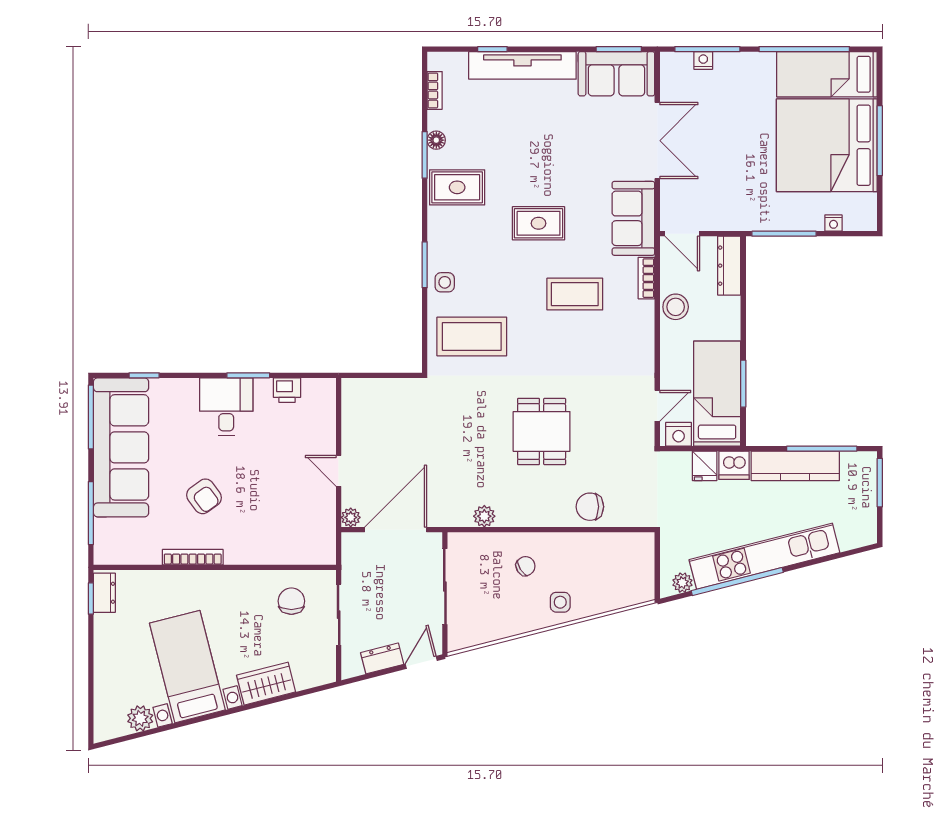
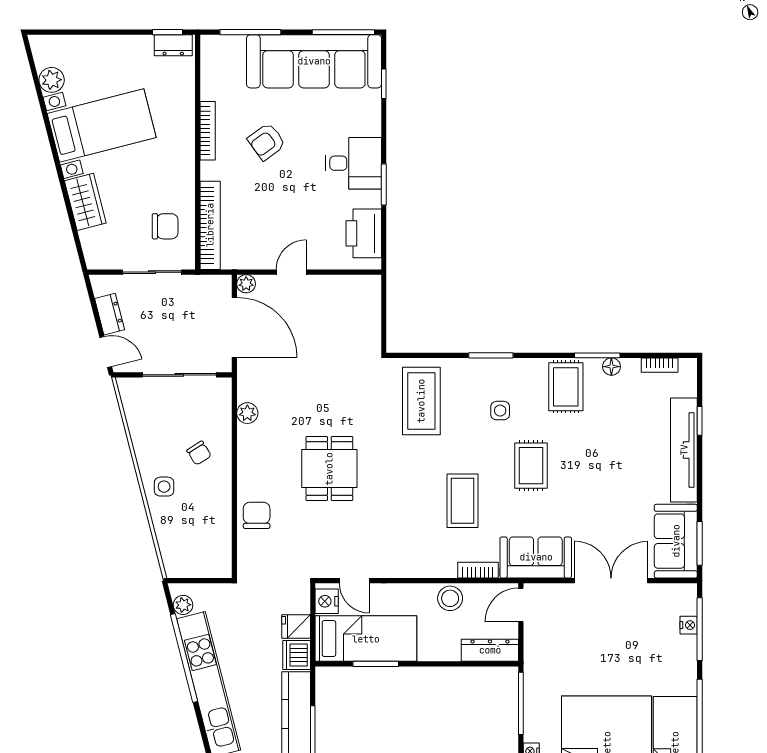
double door: (657, 141) -> (611, 581), swing flipped
side table: (445, 282) -> (500, 411), moved
printer: (287, 390) -> (364, 233), width x1.87, depth x1.48
dining table: (542, 431) -> (329, 469), turned 90
bookcase: (290, 555) -> (210, 225), added

